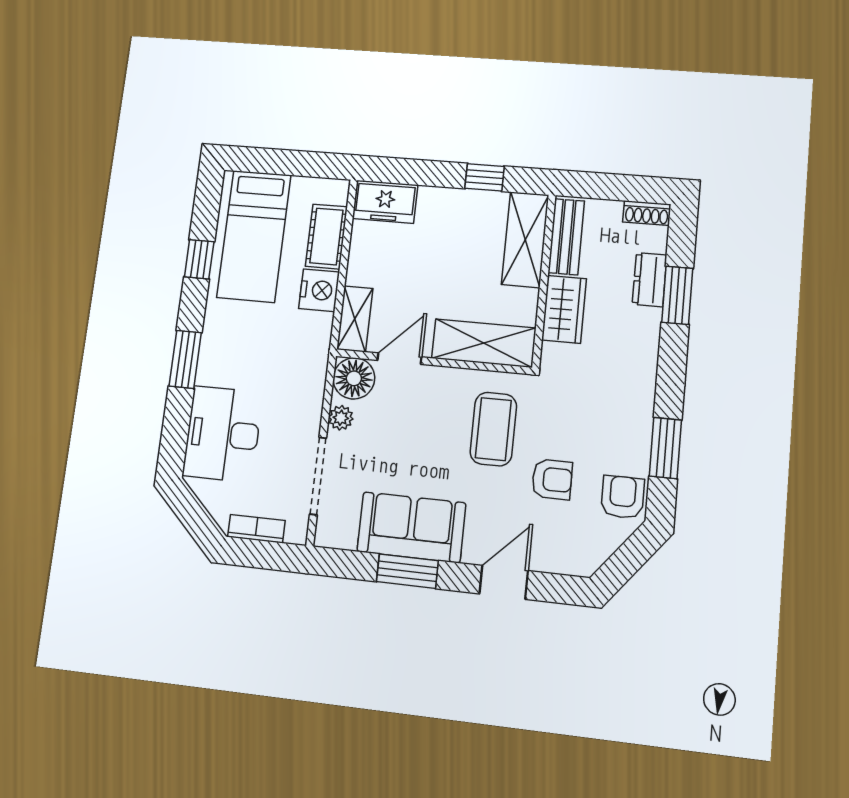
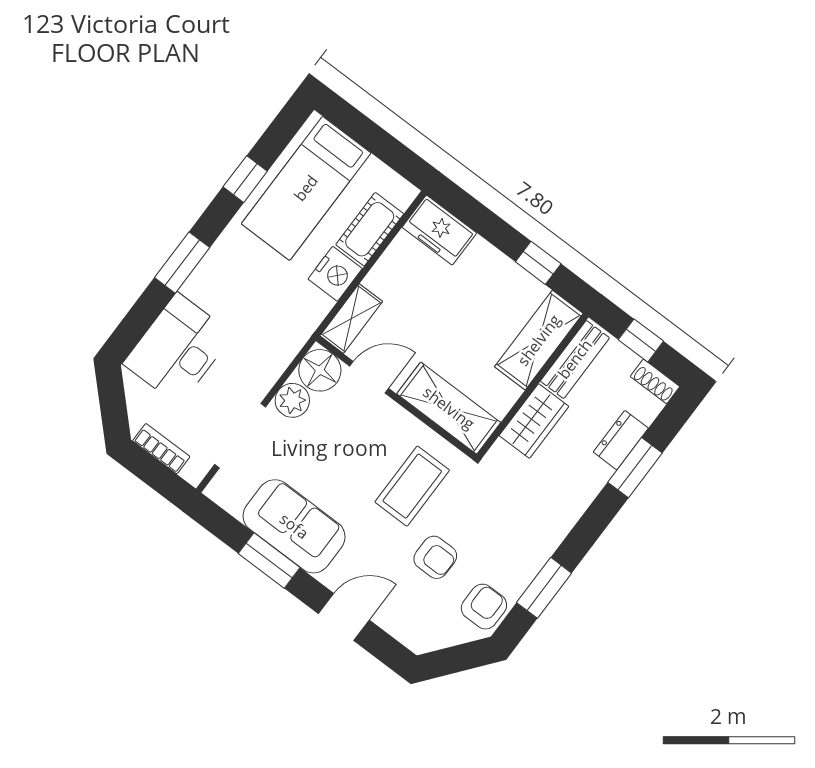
window: (612, 187) -> (641, 340), added
plant: (341, 418) -> (292, 400), width x1.38, depth x1.38

